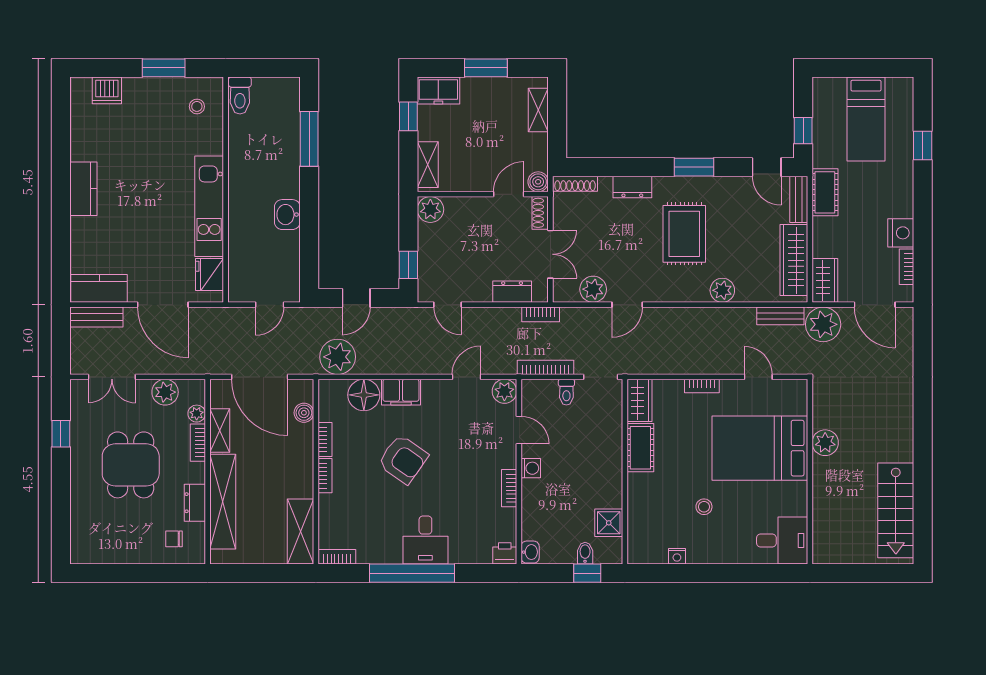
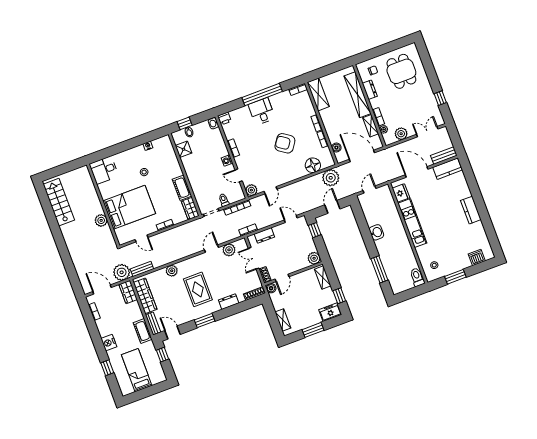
nightstand: (901, 233) -> (109, 343), moved
filing cabinet: (401, 392) -> (297, 173), removed
dining table: (131, 465) -> (401, 71), moved

